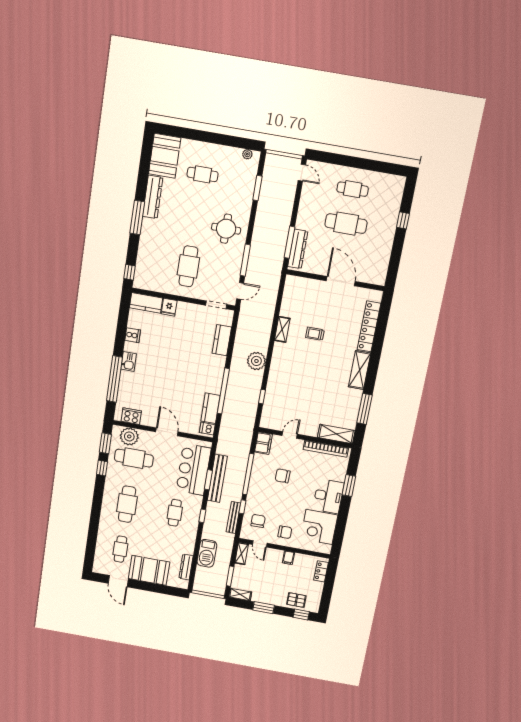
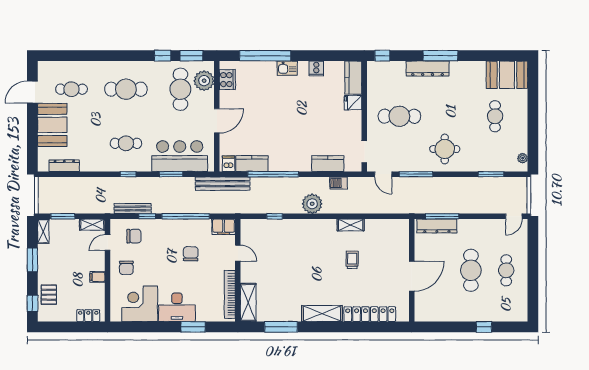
dresser: (153, 197) -> (428, 69), moved
bench: (217, 478) -> (223, 184), moved
barbecue: (207, 553) -> (339, 183), moved, width x0.53, depth x0.65

